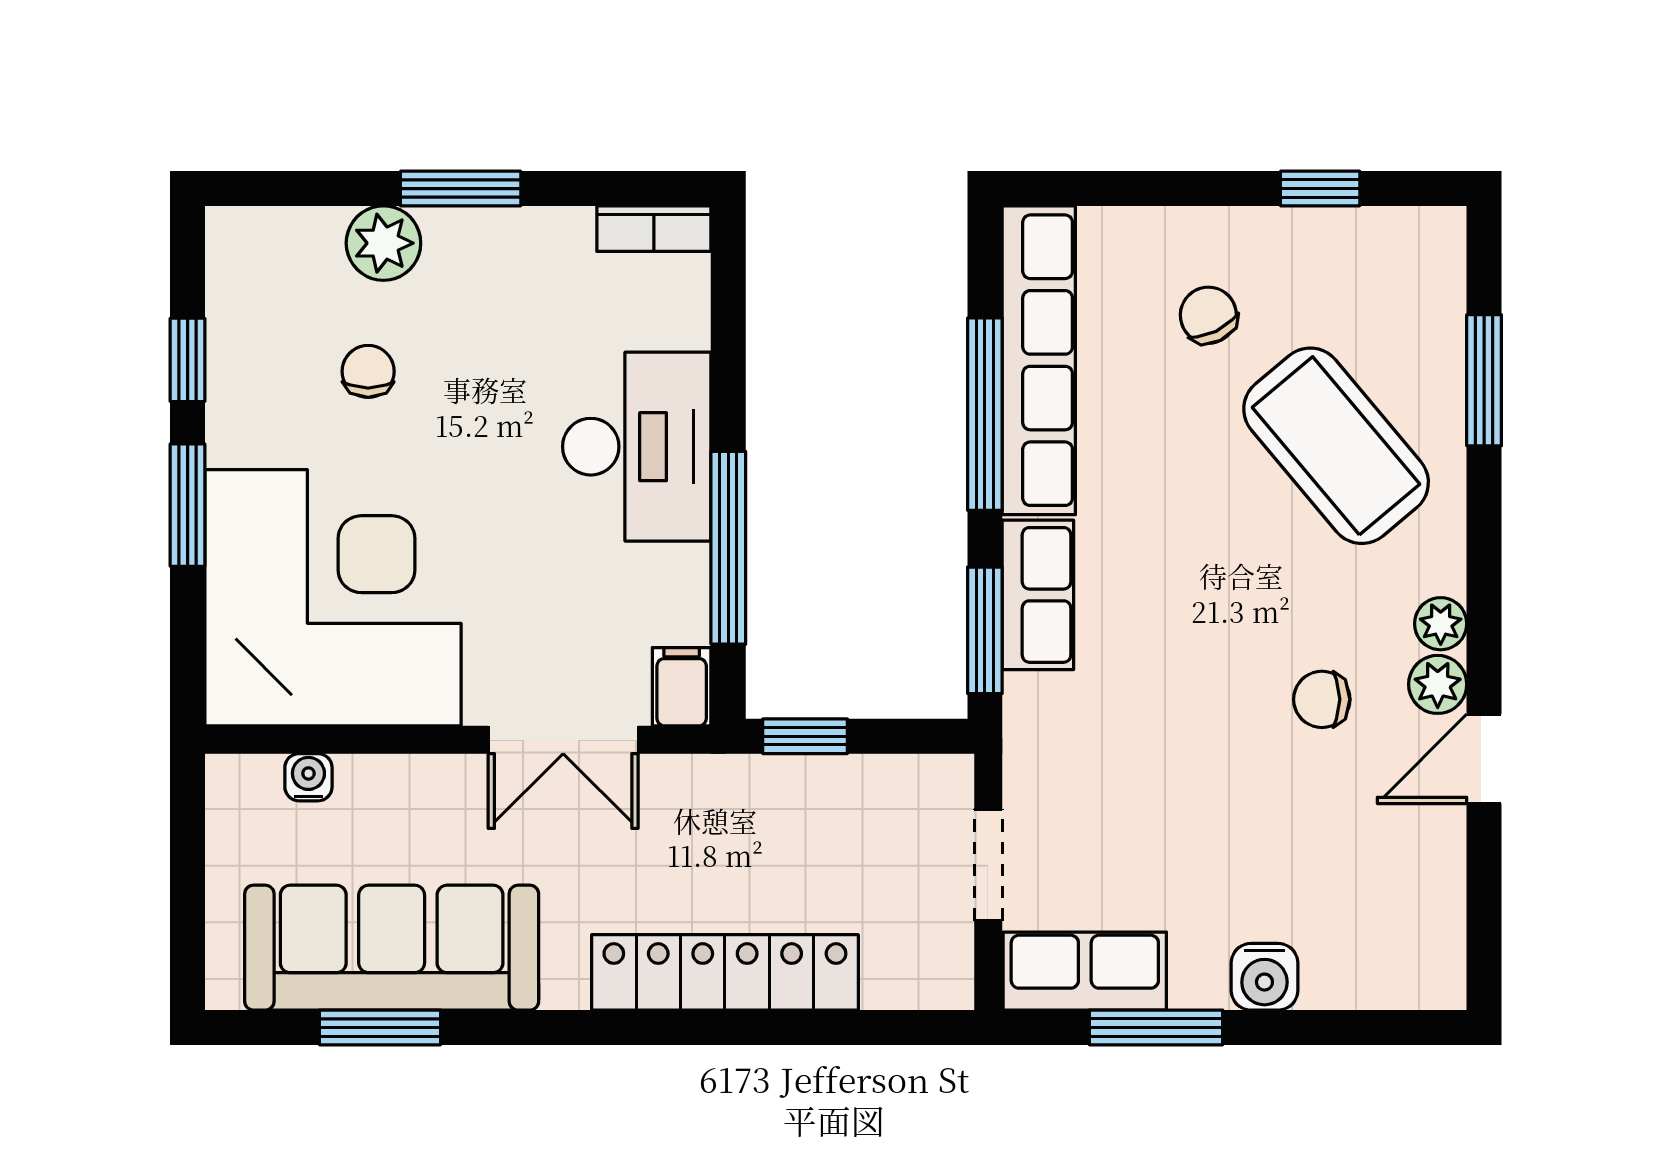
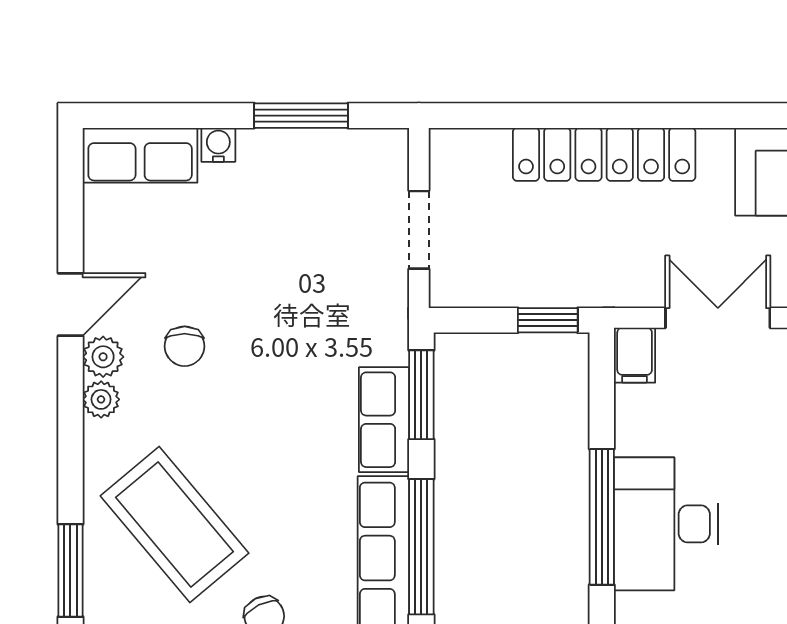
window: (728, 548) -> (602, 517), moved
chair: (1322, 699) -> (185, 346), turned 90
row of seats: (1085, 971) -> (140, 155), moved
water cooler: (1264, 977) -> (218, 145), width x0.72, depth x0.72

